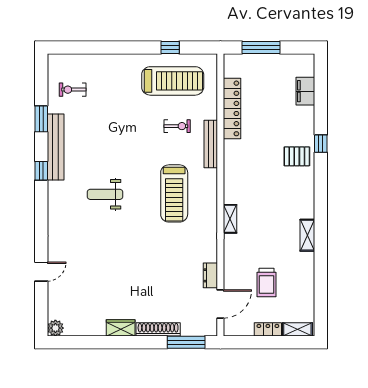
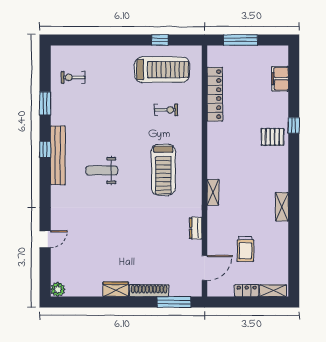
bench: (211, 144) -> (196, 126), removed
bench: (56, 147) -> (58, 155), moved
dresser: (210, 275) -> (196, 228), moved

